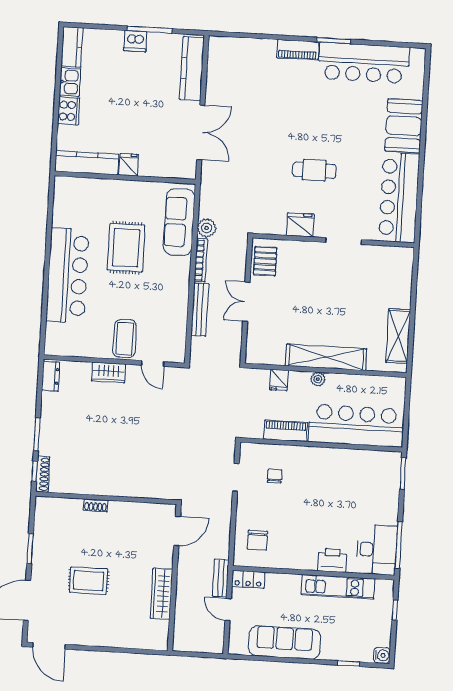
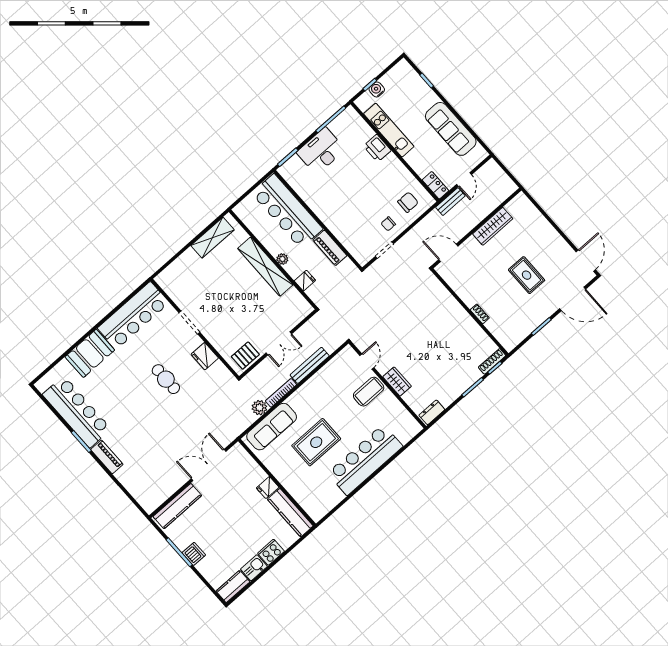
chair: (275, 476) -> (388, 224), moved
desk: (377, 550) -> (321, 151), moved
water cooler: (382, 655) -> (377, 89), moved

